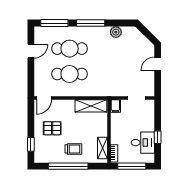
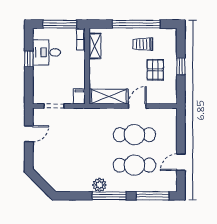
plant: (116, 32) -> (100, 185), moved
door: (158, 64) -> (29, 134), moved
door: (44, 98) -> (137, 106), moved
pallet: (52, 128) -> (155, 70), turned 90
window: (31, 144) -> (181, 66), moved
trolley: (73, 149) -> (143, 44), moved

